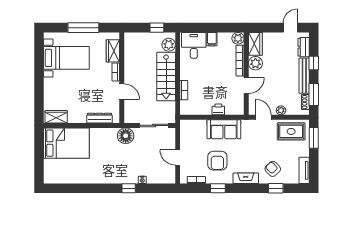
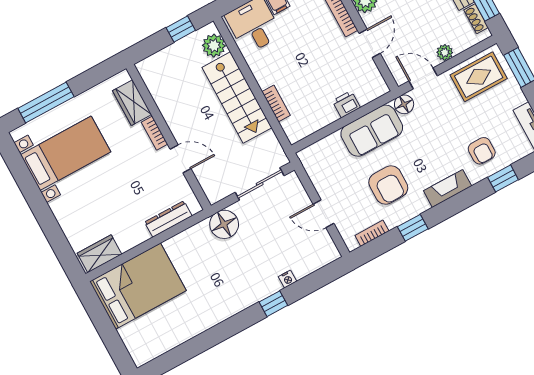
window: (83, 28) -> (46, 102), moved
floor lamp: (247, 125) -> (404, 104), added
armchair: (273, 169) -> (482, 151), turned -136

